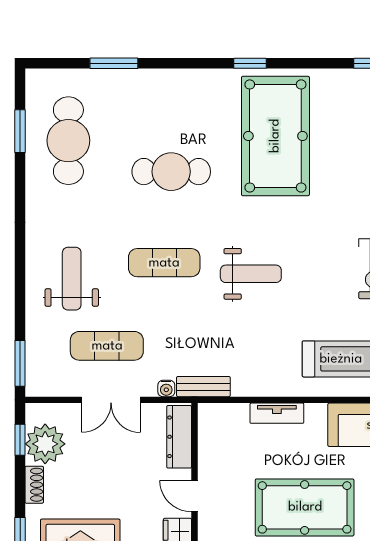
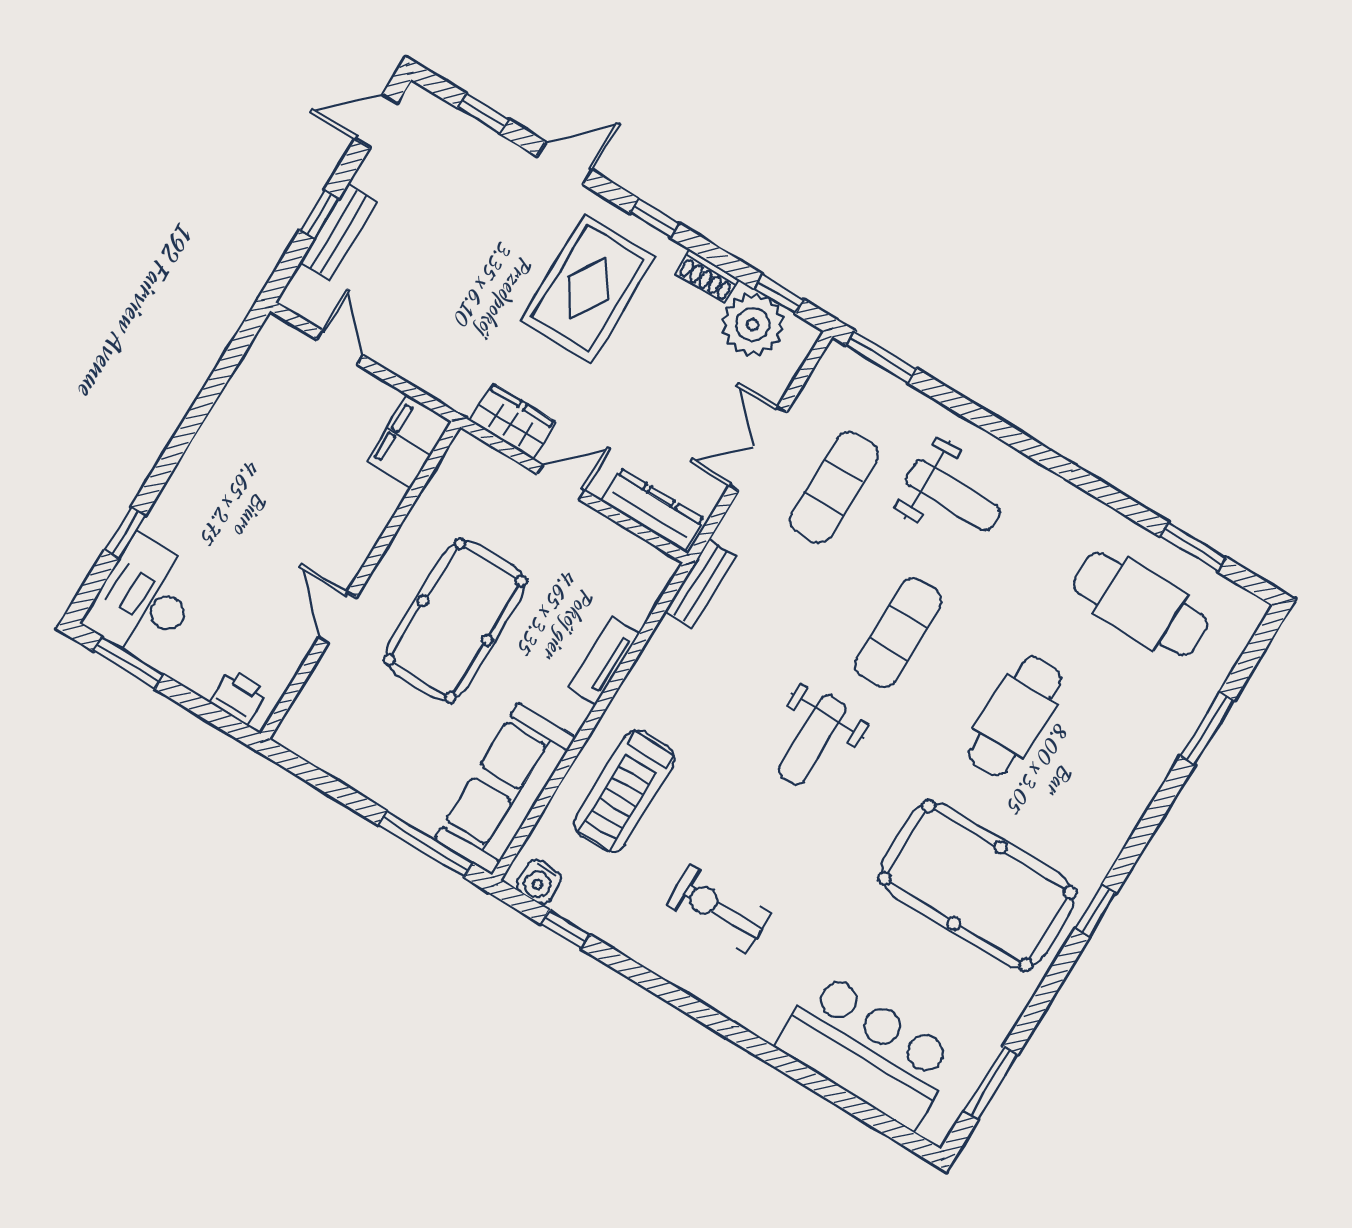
water cooler: (166, 388) -> (728, 532), removed

